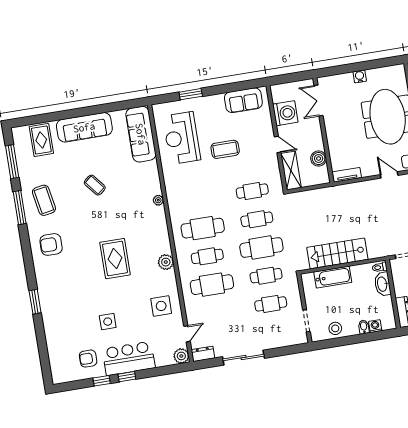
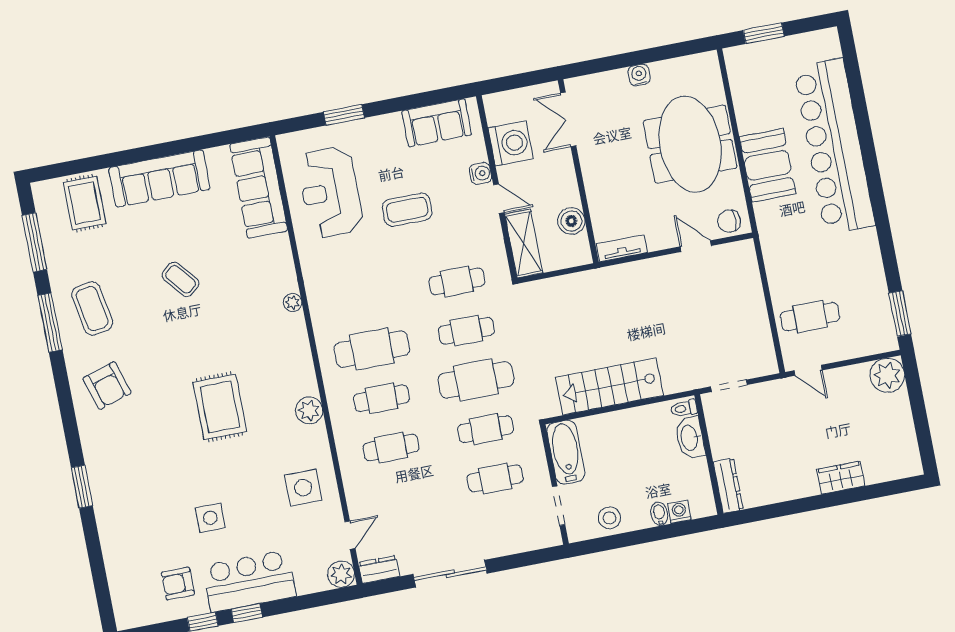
water cooler: (268, 130) -> (481, 173), added
armchair: (51, 244) -> (107, 386), turned -107
bathtub: (333, 277) -> (566, 452), moved, turned -90
cafe table: (212, 285) -> (391, 448), width x0.73, depth x0.74

